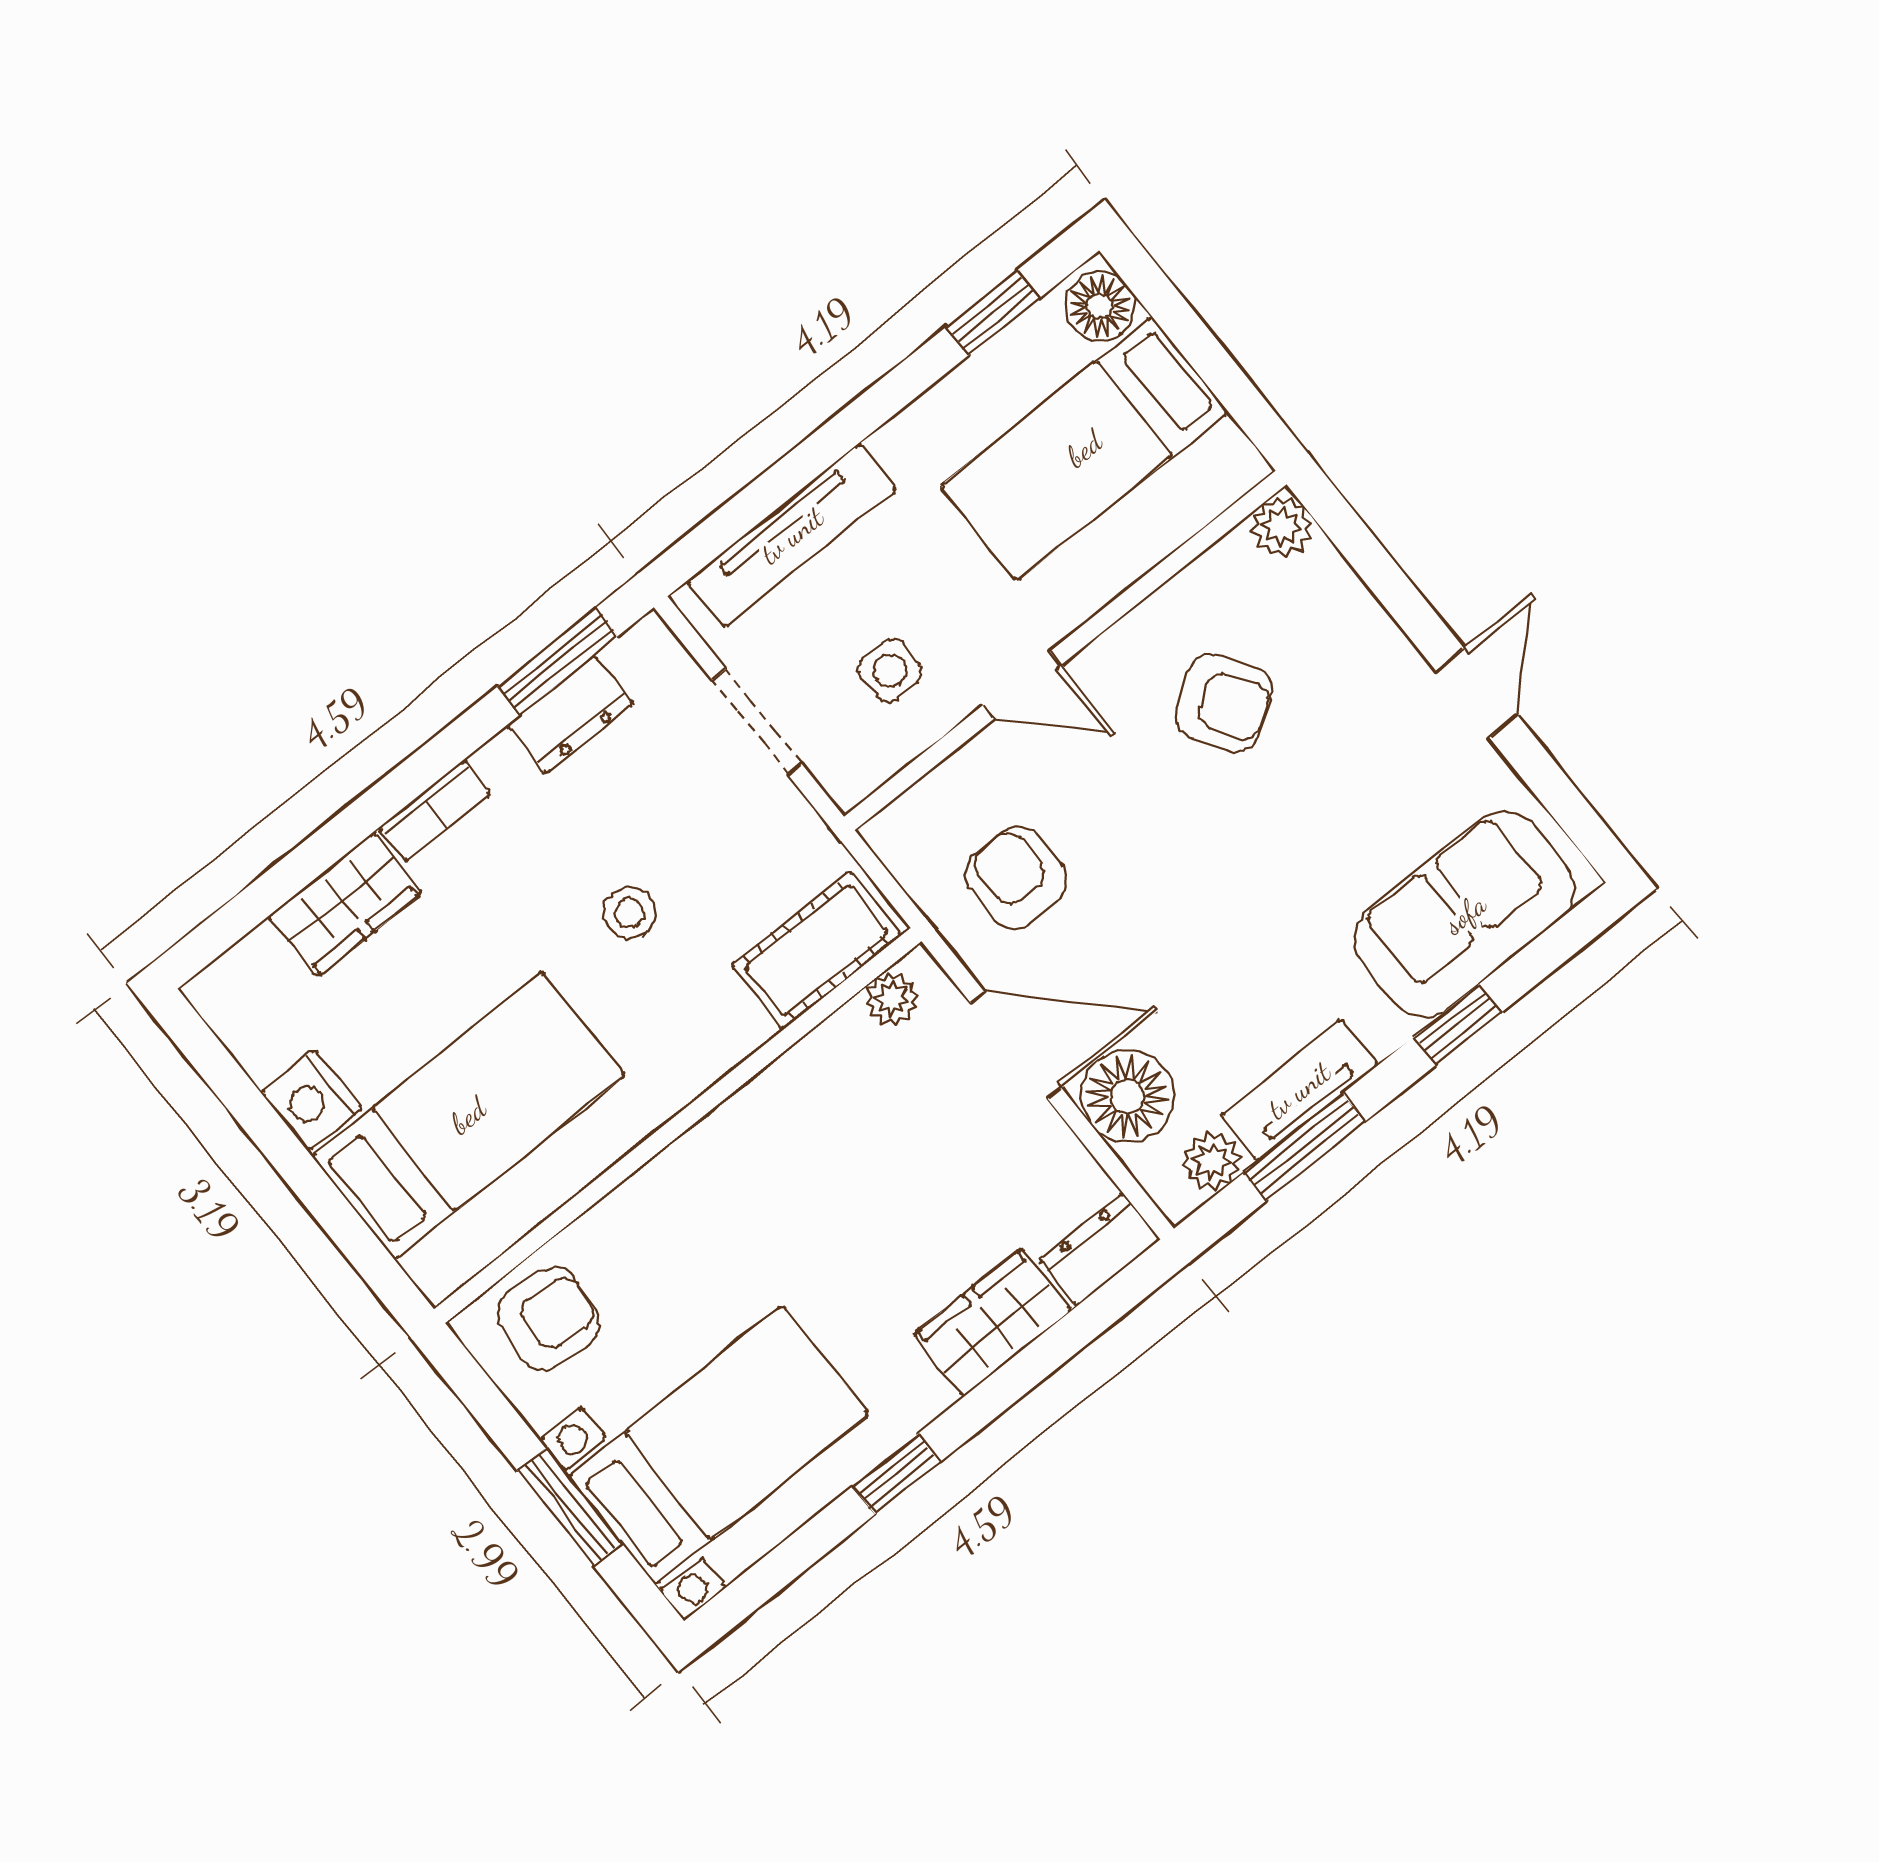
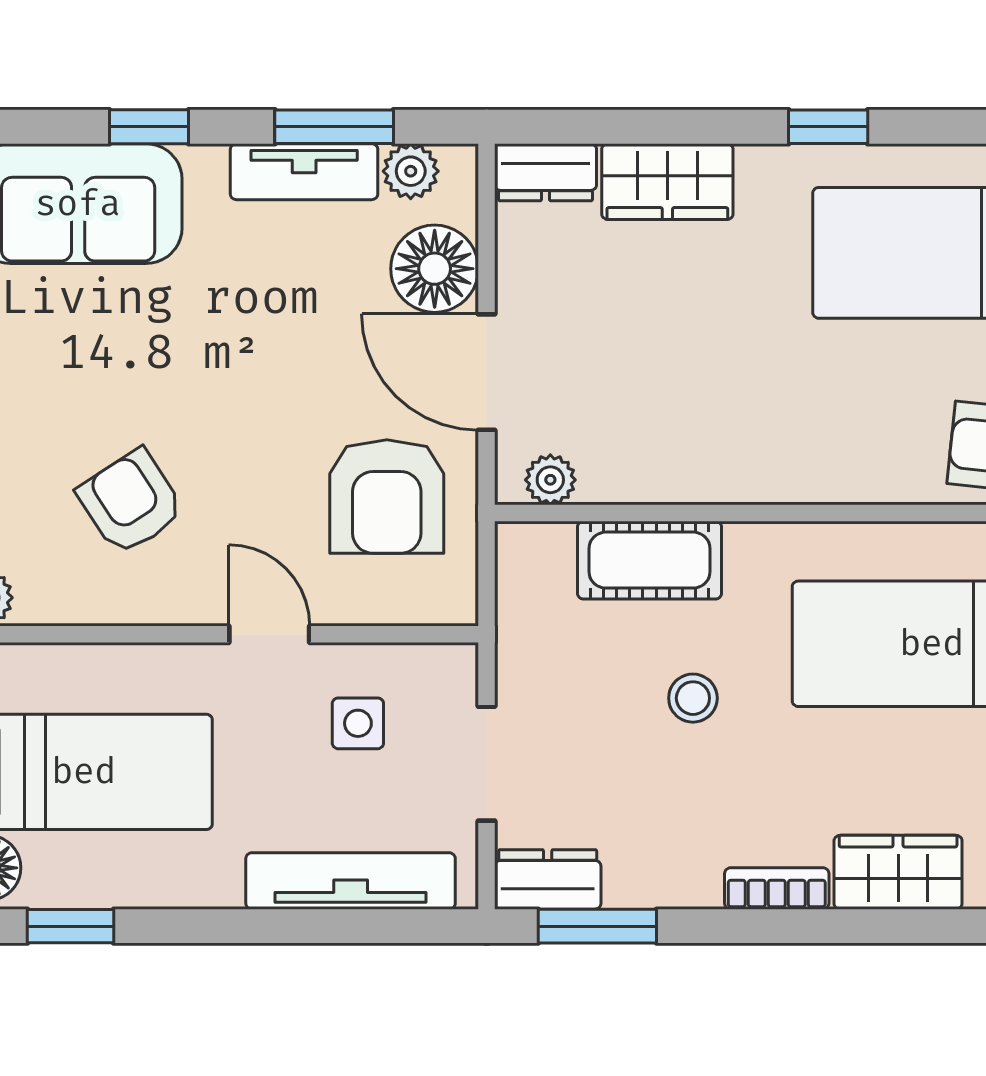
dresser: (570, 715) -> (548, 879), moved
armchair: (1016, 877) -> (387, 496), width x1.38, depth x1.38
cot: (816, 950) -> (650, 560), moved

